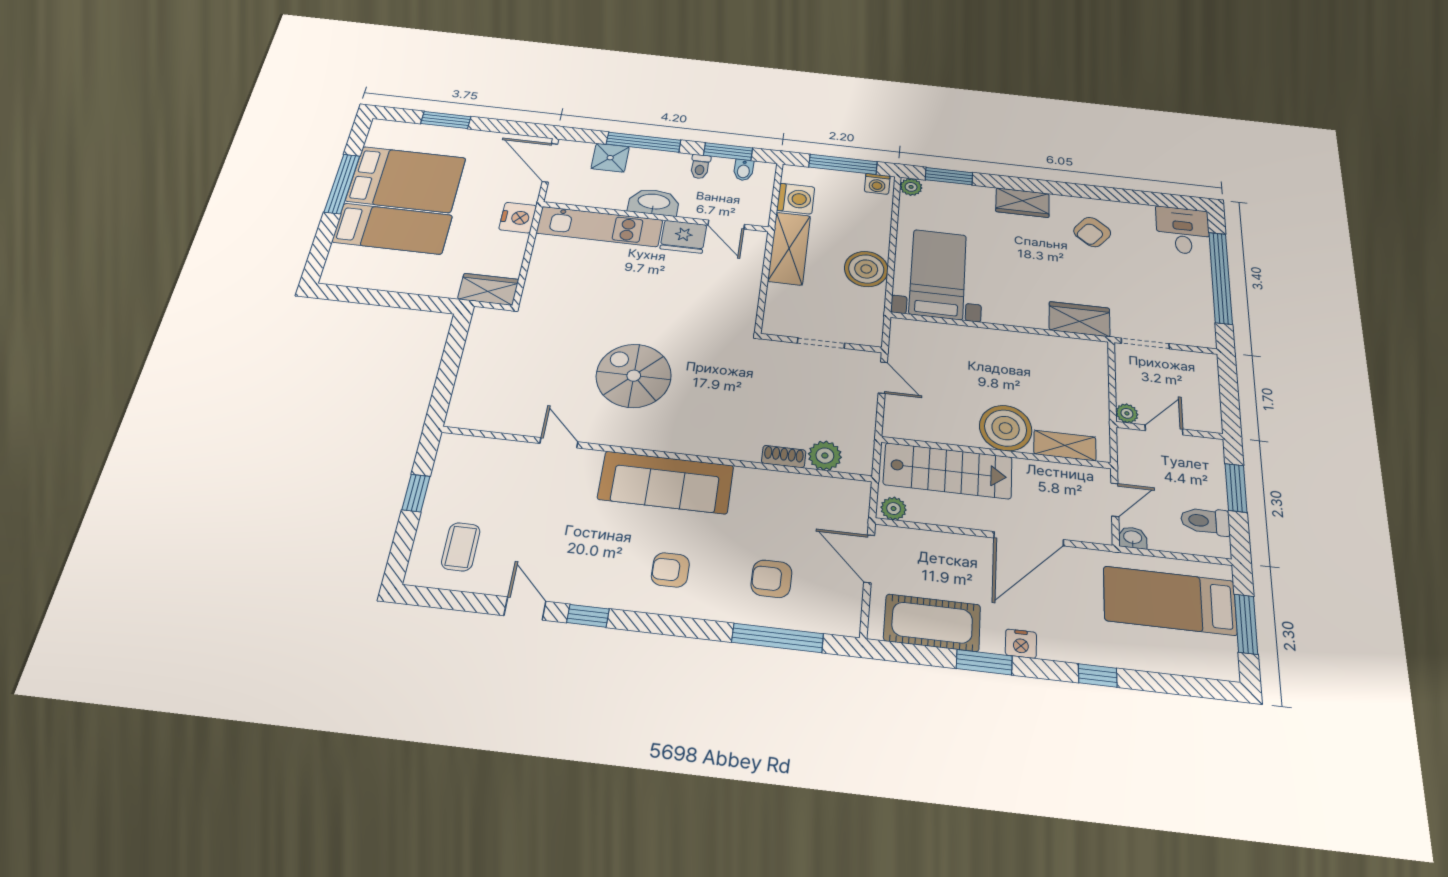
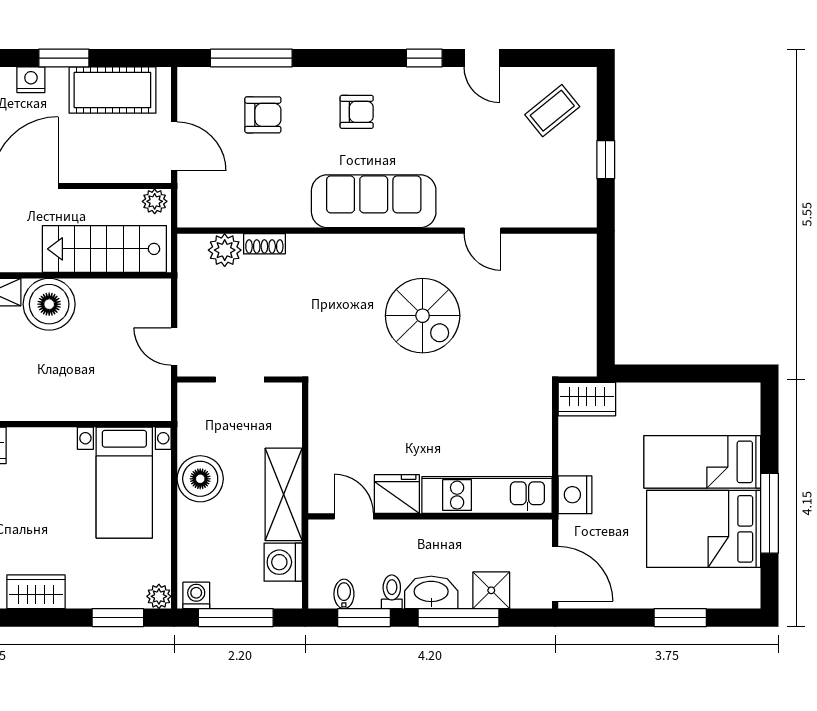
washbasin: (654, 202) -> (431, 592), moved, turned 180
coffee table: (461, 547) -> (552, 111), turned 51

